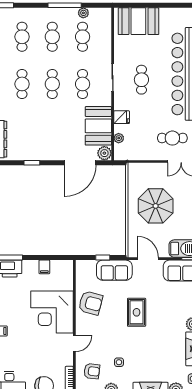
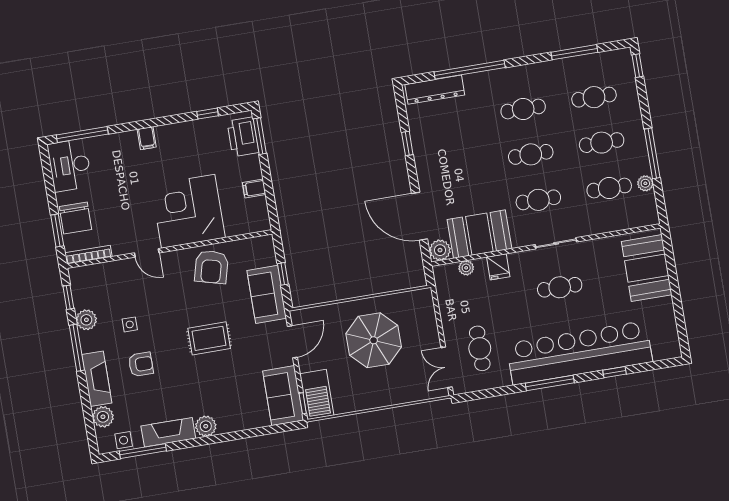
armchair: (92, 371) -> (141, 364), moved, turned -97

